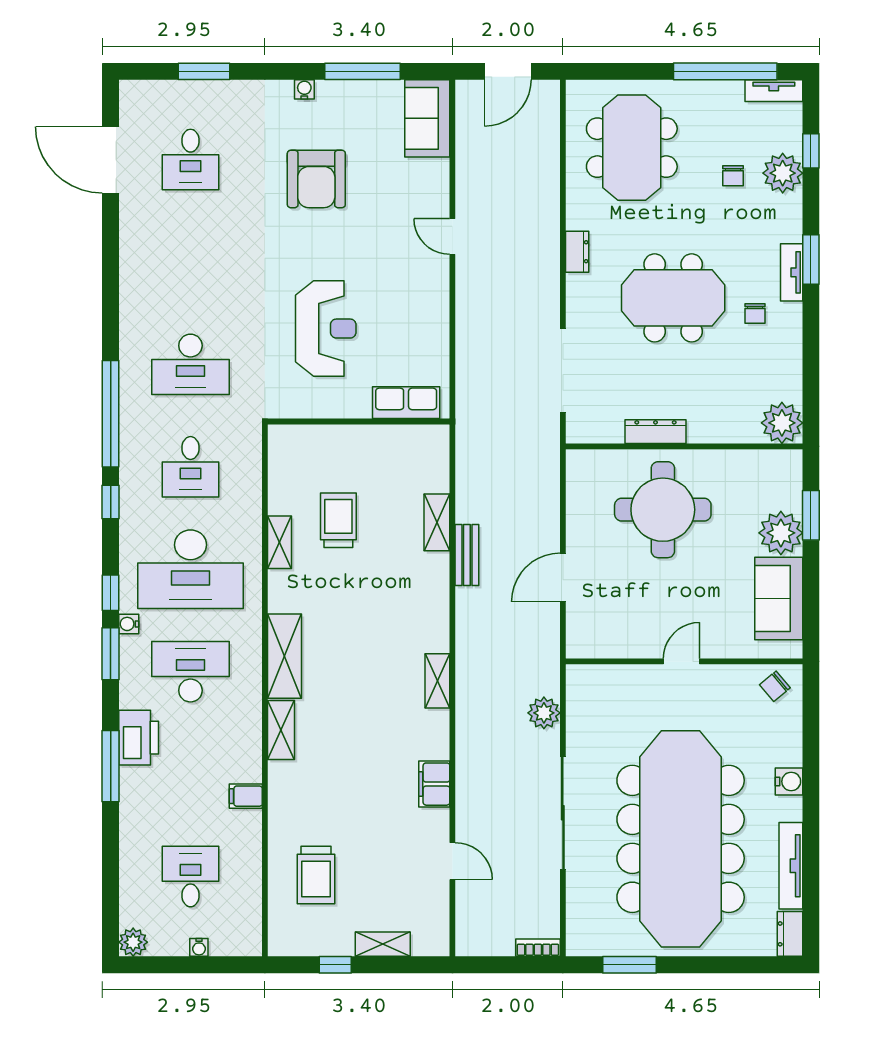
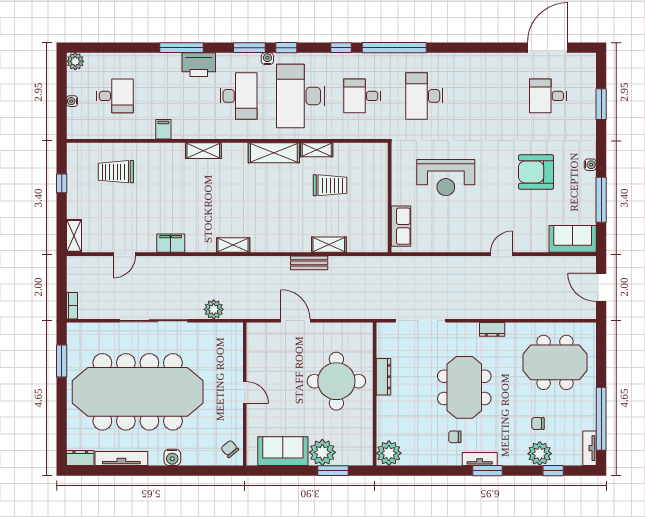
shelving: (285, 656) -> (274, 153), moved
shelving: (383, 944) -> (74, 236), moved

